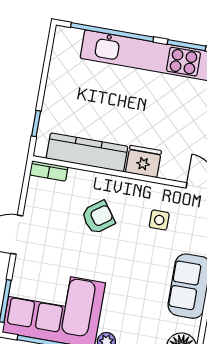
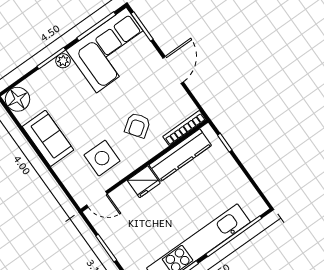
bookcase: (49, 171) -> (184, 128), width x1.56
side table: (159, 220) -> (102, 158), width x1.87, depth x1.87

